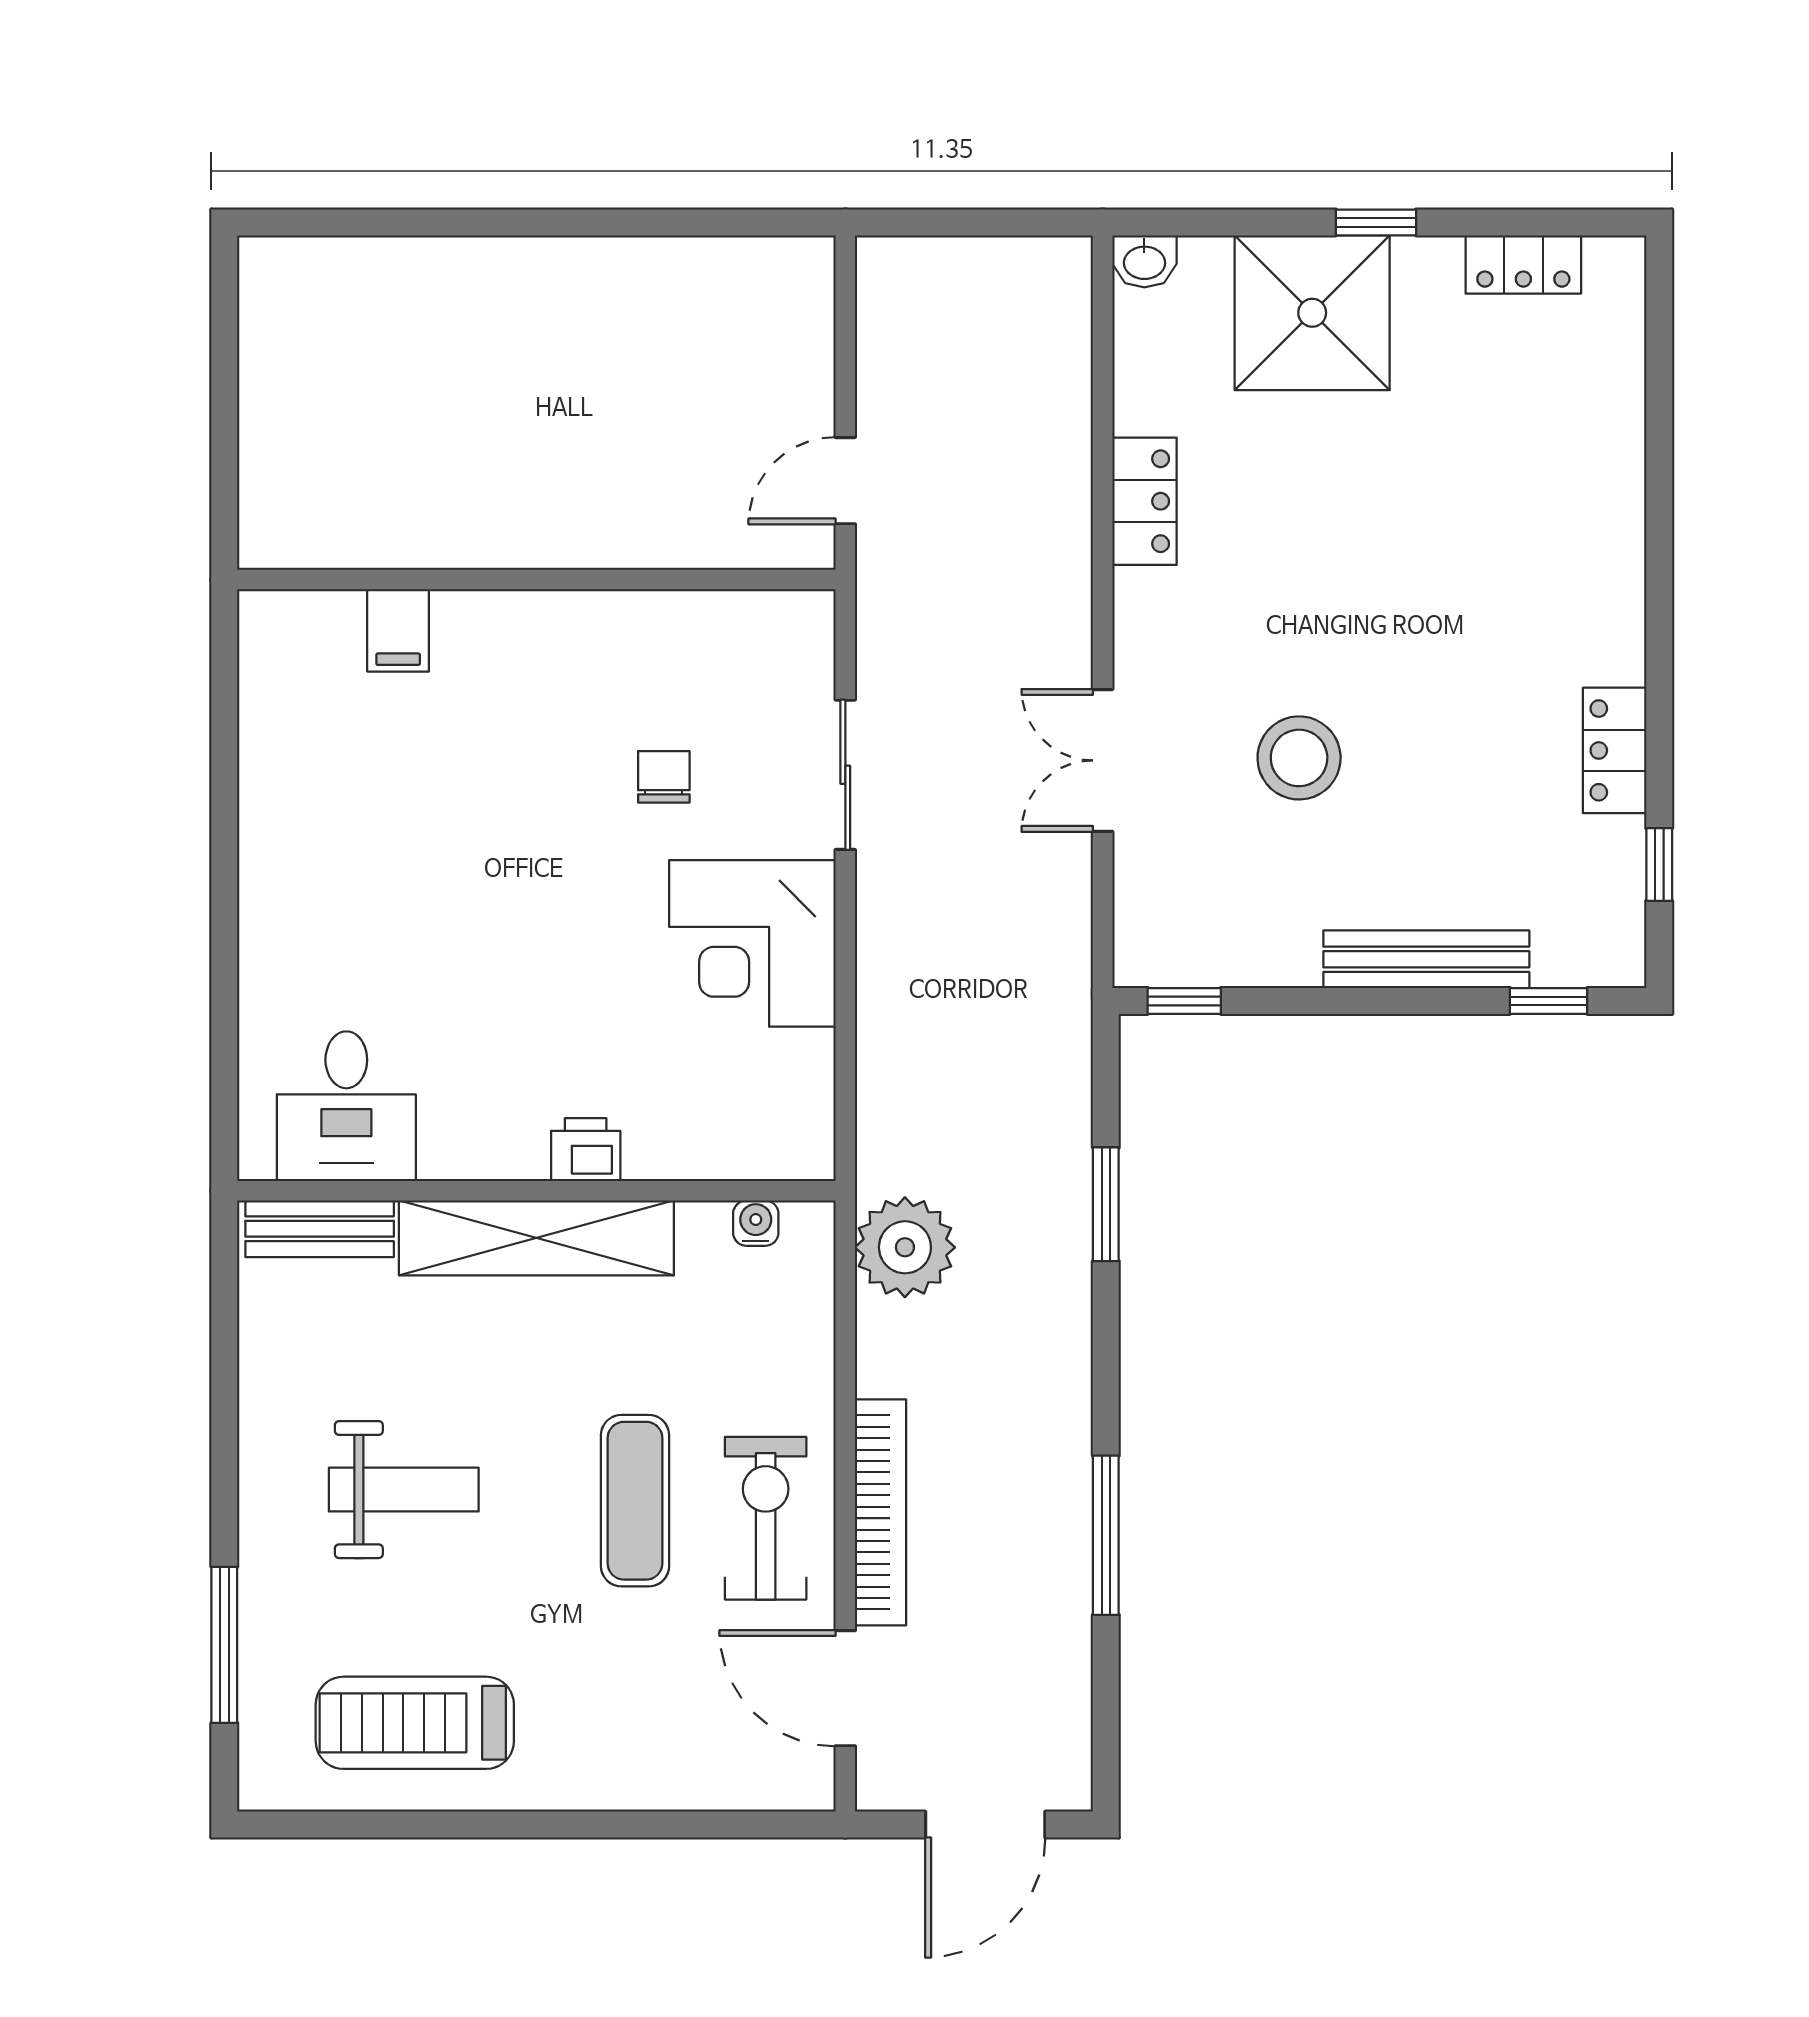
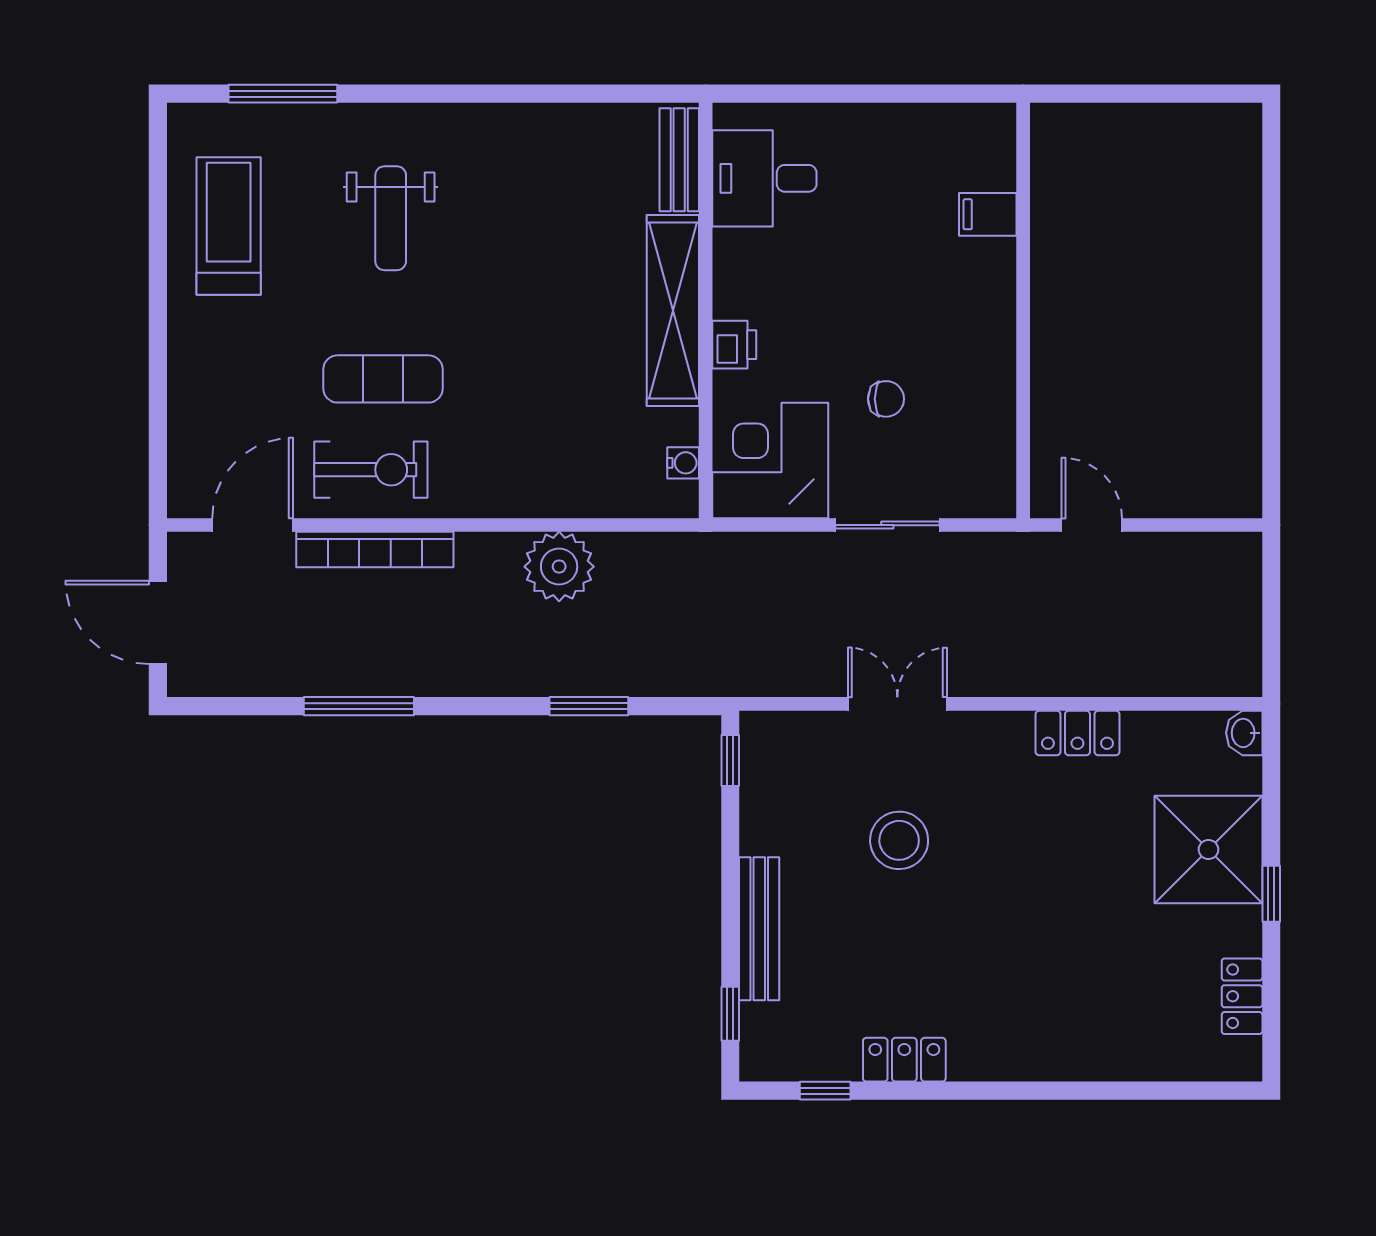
desk: (346, 1106) -> (764, 178), moved
printer: (586, 1150) -> (734, 345), moved
wall: (536, 1191) -> (706, 310), moved
water cooler: (756, 1223) -> (683, 463), moved
bench: (320, 1229) -> (679, 160), moved
shelving: (536, 1238) -> (673, 310), moved

